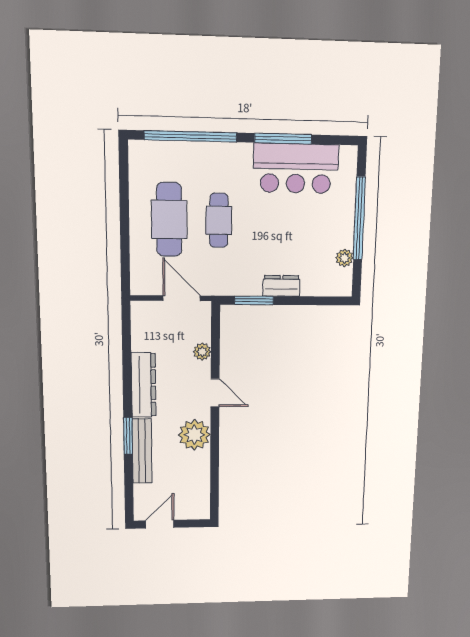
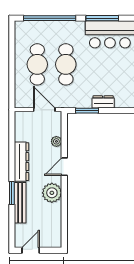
cafe table: (219, 220) -> (66, 64), width x1.37, depth x1.35
door: (215, 393) -> (64, 167), swing flipped

